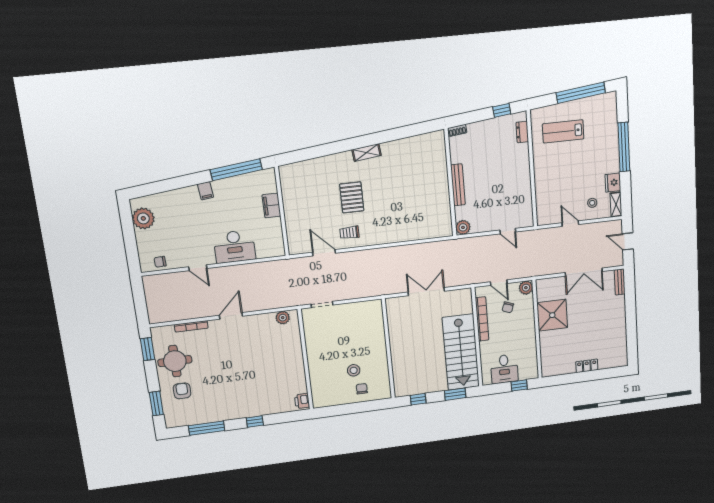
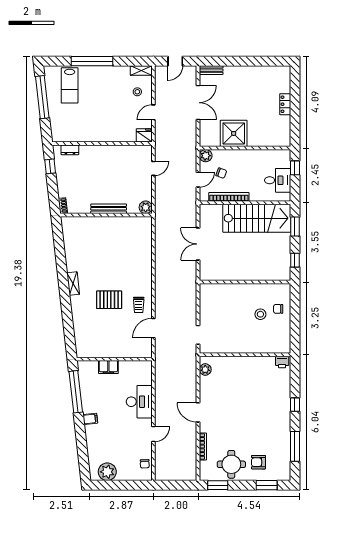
lab bench: (563, 131) -> (70, 85), moved
fridge: (613, 183) -> (144, 135), moved, turned 180

